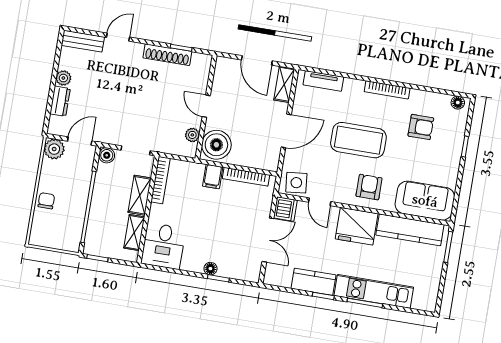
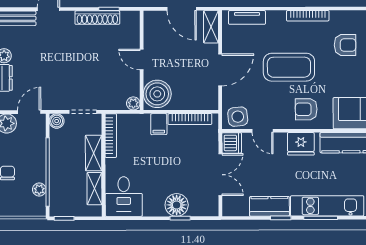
plant: (192, 135) -> (133, 103), moved
armchair: (369, 187) -> (306, 109), turned -90
plant: (77, 224) -> (39, 189), added
fridge: (357, 226) -> (301, 144), width x0.73, depth x0.75
floor lamp: (210, 269) -> (177, 205), width x1.89, depth x1.89

